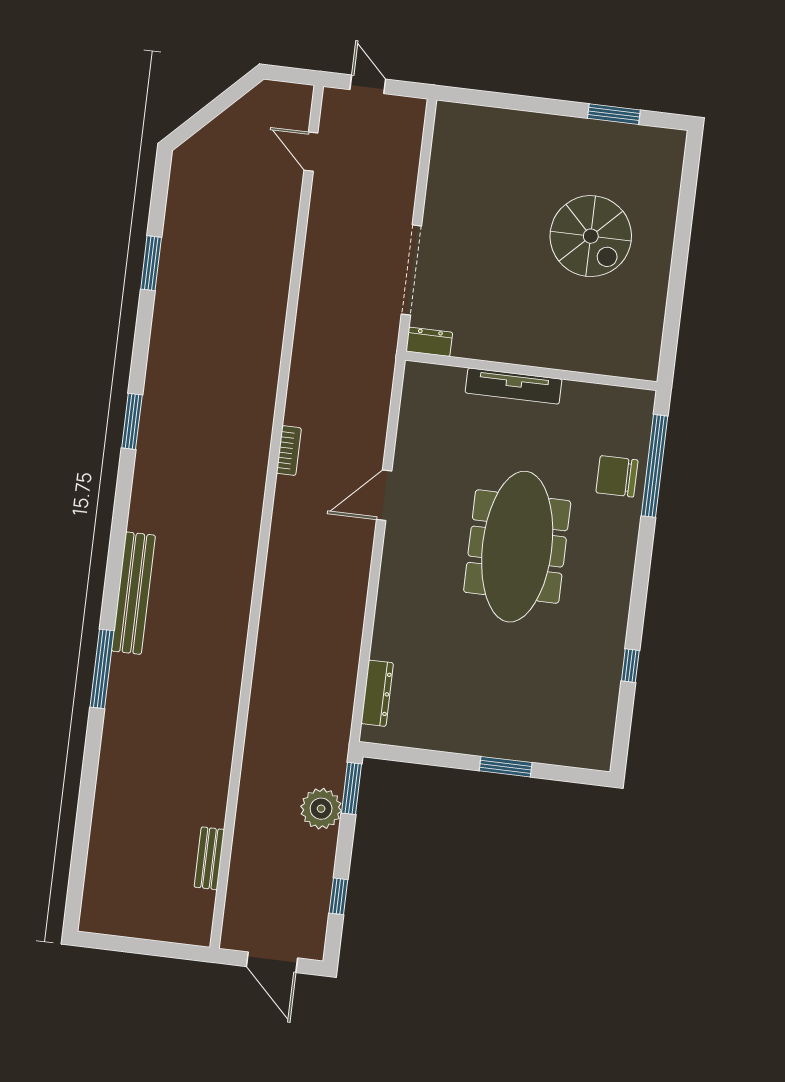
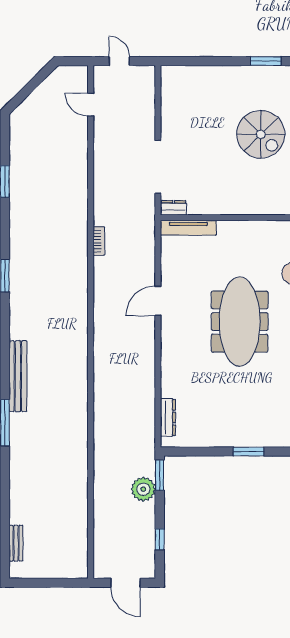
tv unit: (514, 386) -> (188, 228), moved
bookcase: (289, 451) -> (99, 241), moved
bench: (209, 858) -> (16, 543), moved

